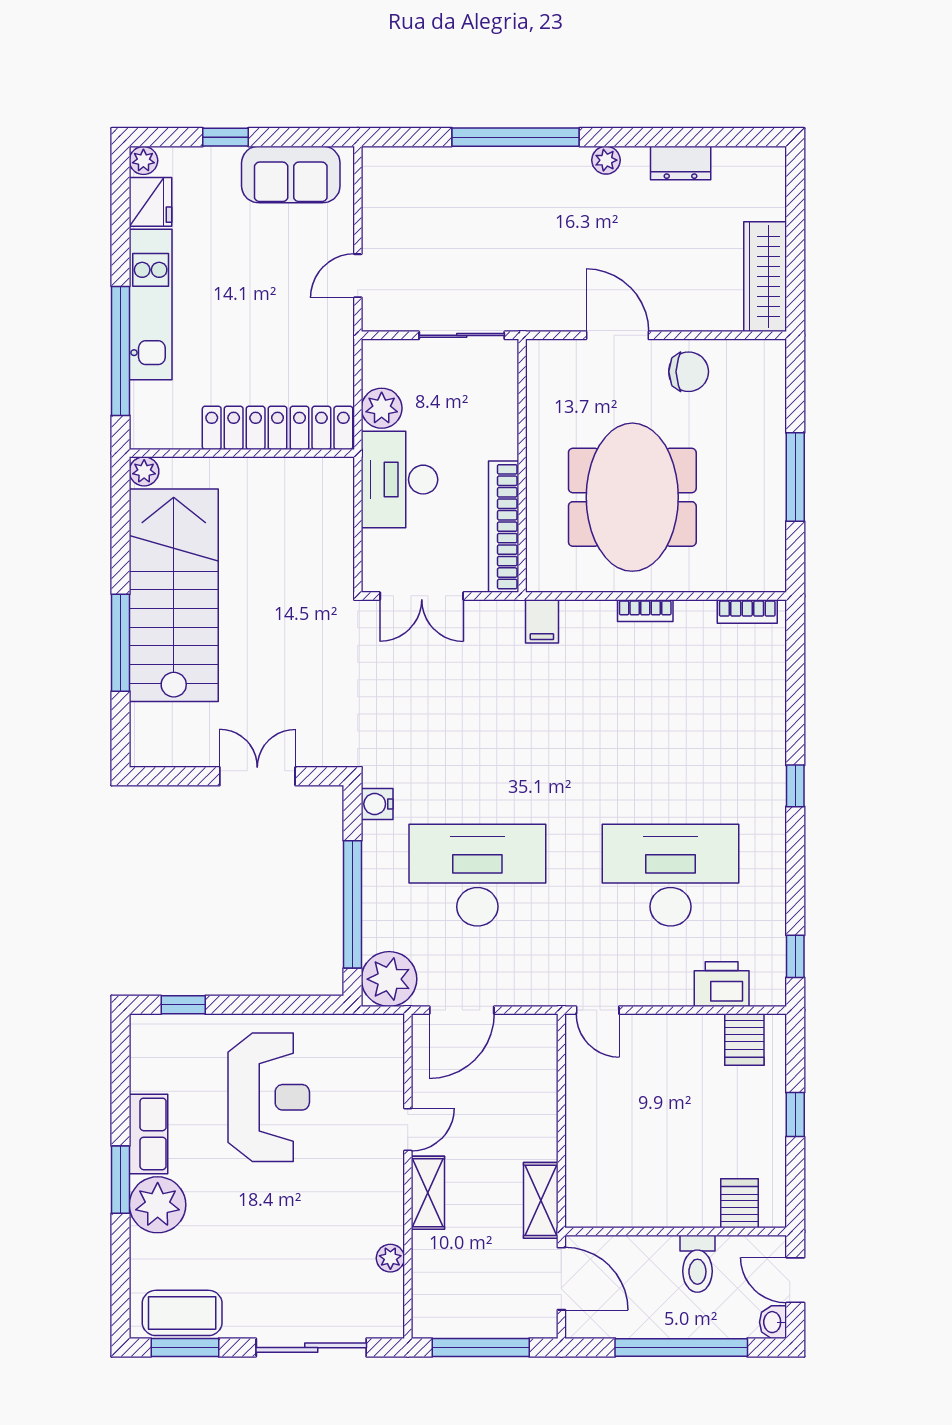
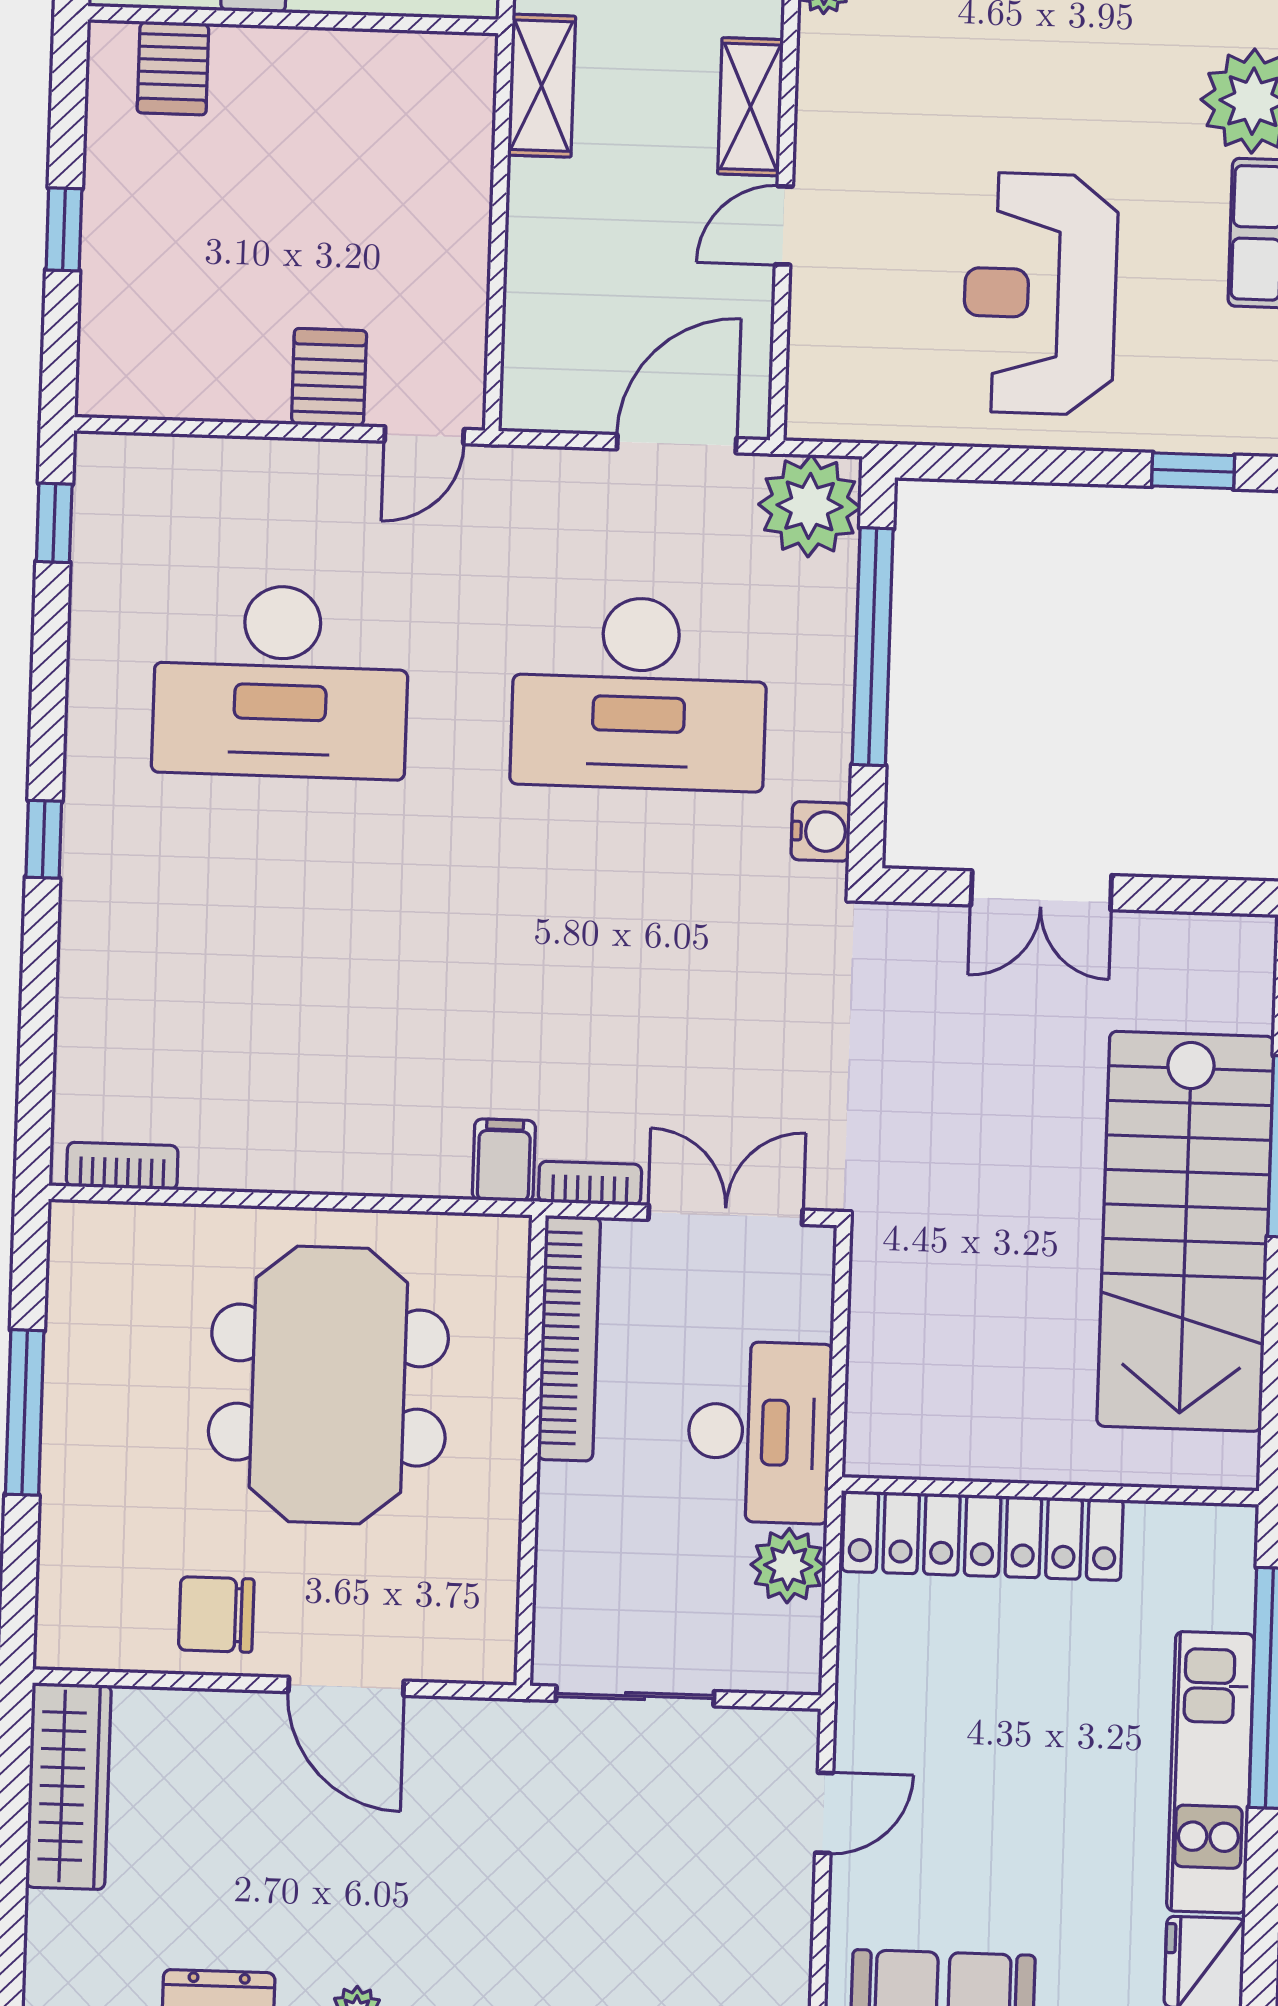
plant: (144, 471) -> (1233, 1463), removed
bookcase: (645, 611) -> (590, 1183), moved
printer: (722, 984) -> (193, 476), removed
door: (598, 1010) -> (424, 435), swing flipped
server rack: (744, 1040) -> (329, 377), moved

